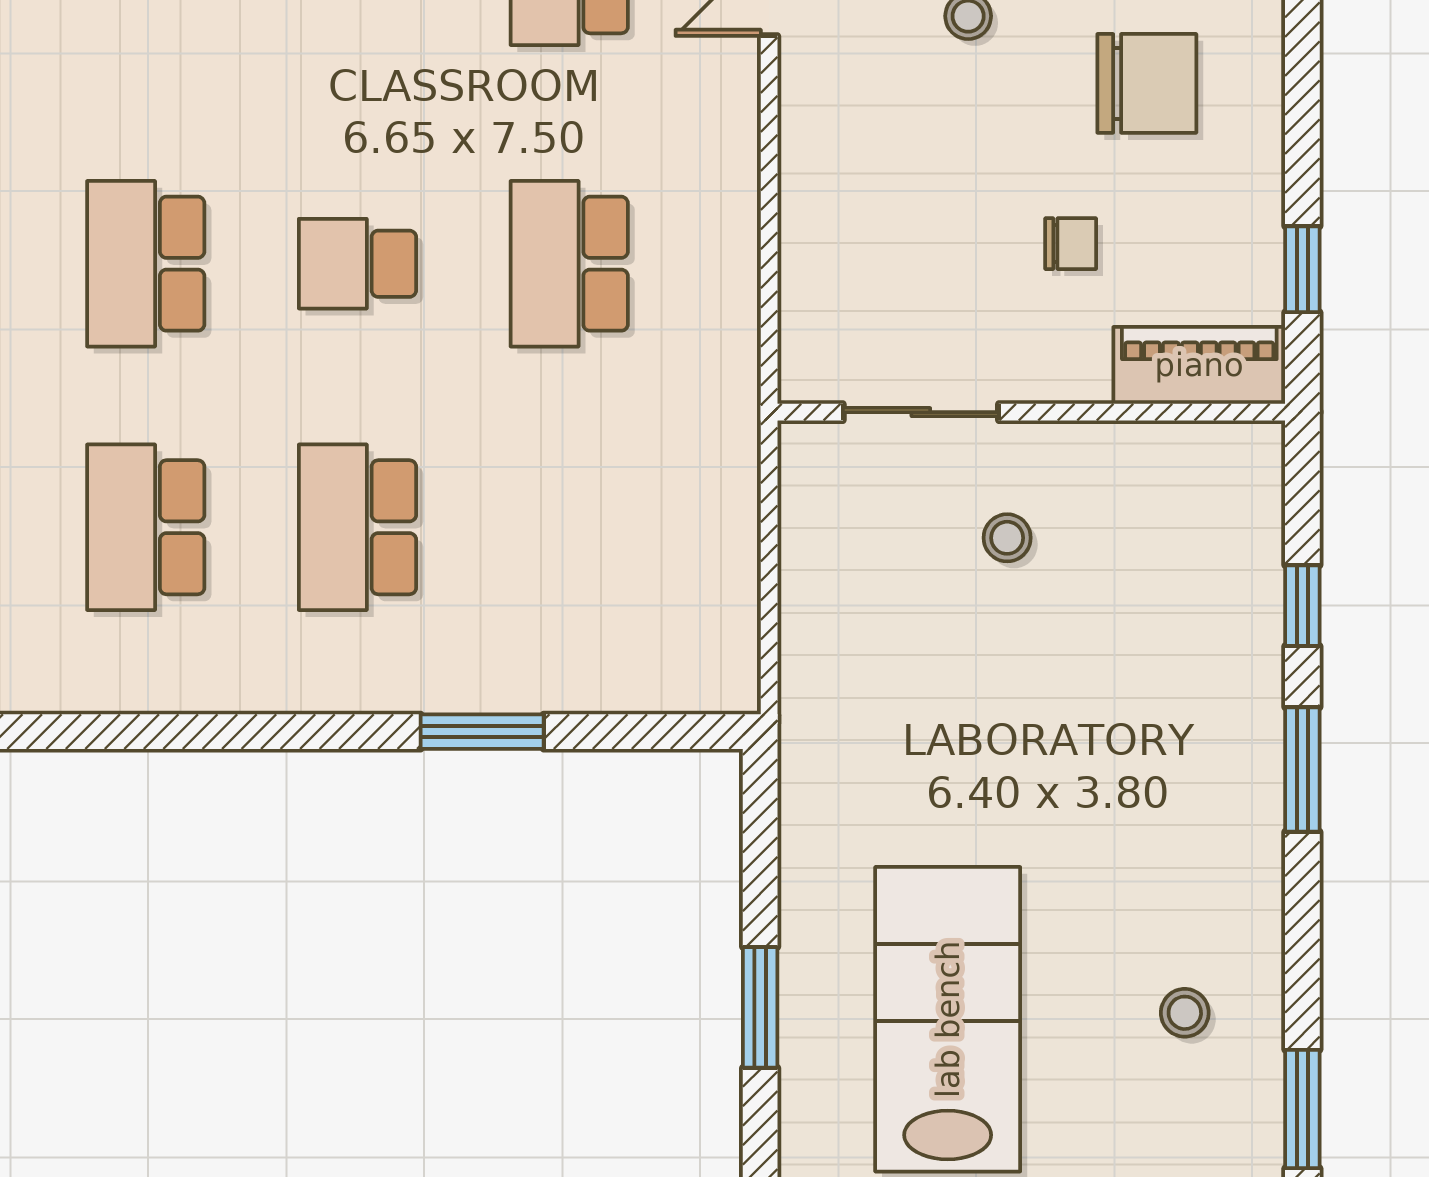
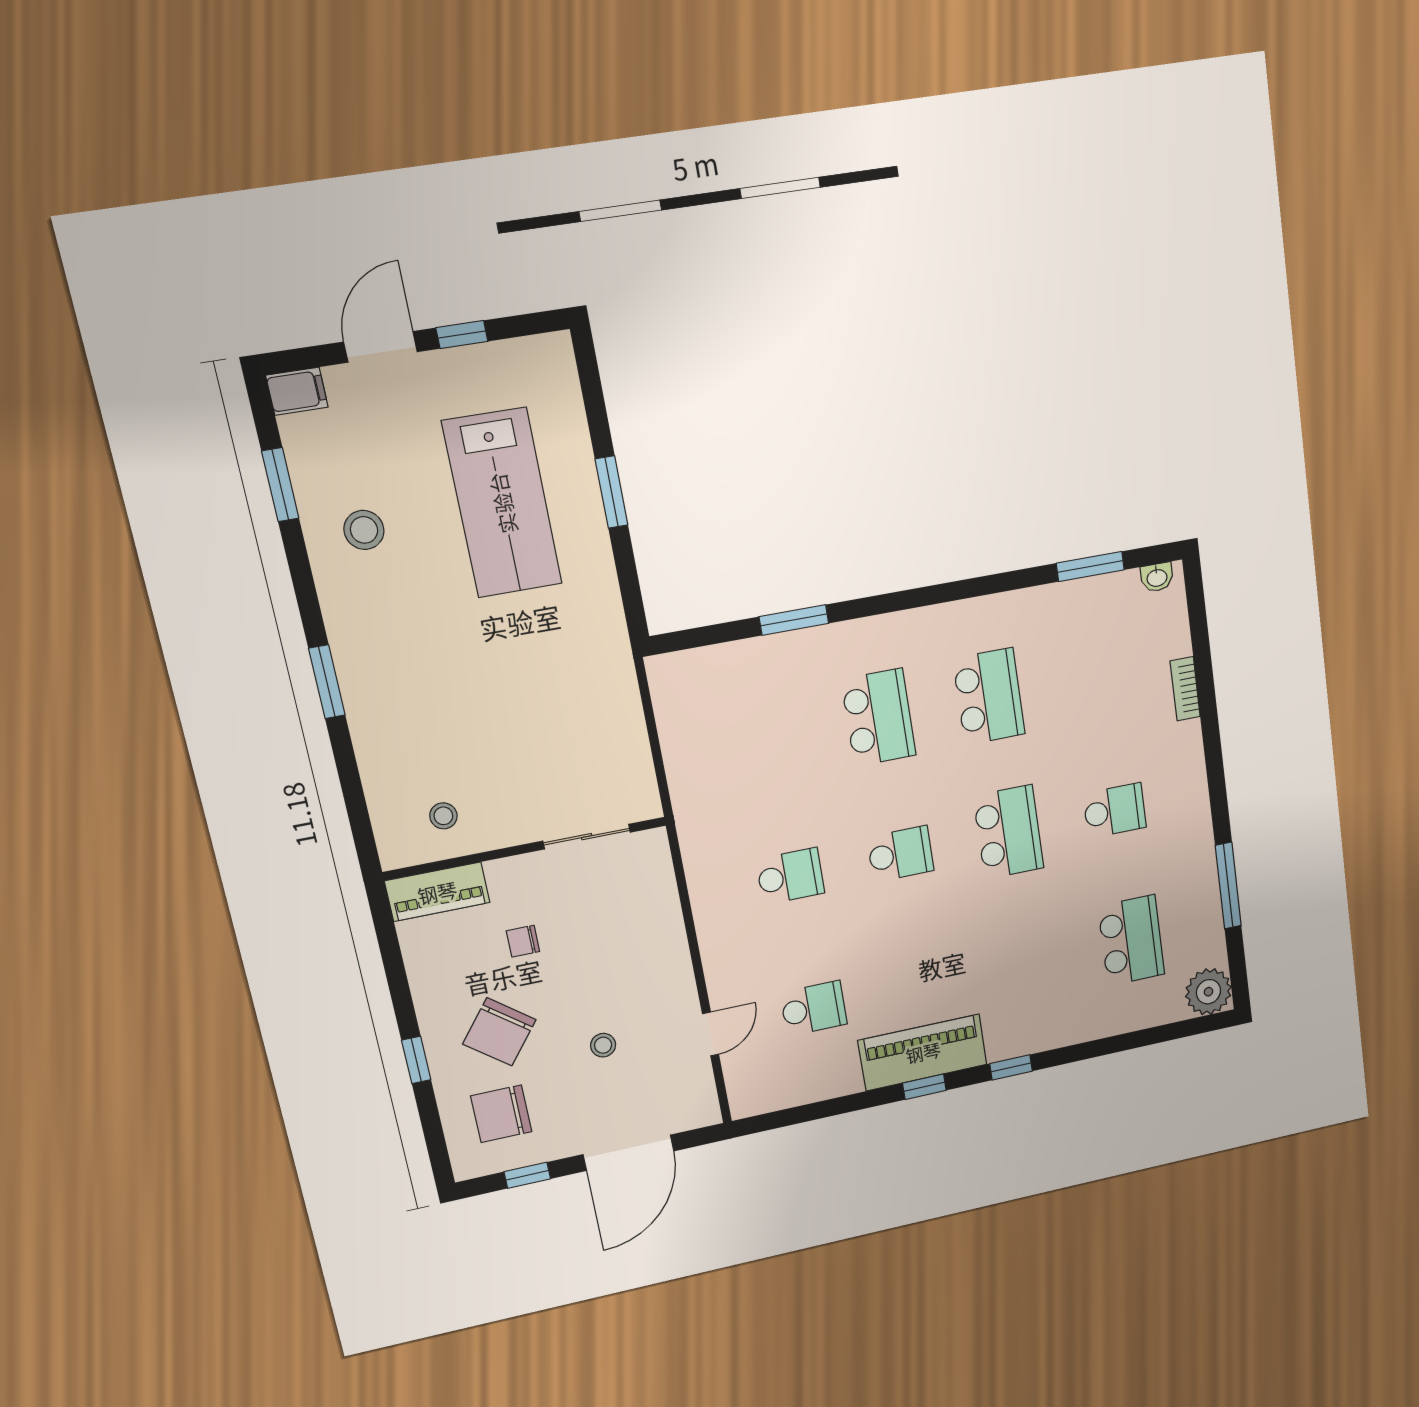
chair: (1147, 83) -> (499, 1032), turned -52
school desk: (569, 264) -> (790, 876), width x0.54
window: (1302, 269) -> (416, 1060), moved
stool: (1007, 538) -> (443, 816), moved
window: (1302, 606) -> (348, 773), removed
stool: (1185, 1013) -> (364, 530), width x1.37, depth x1.37

